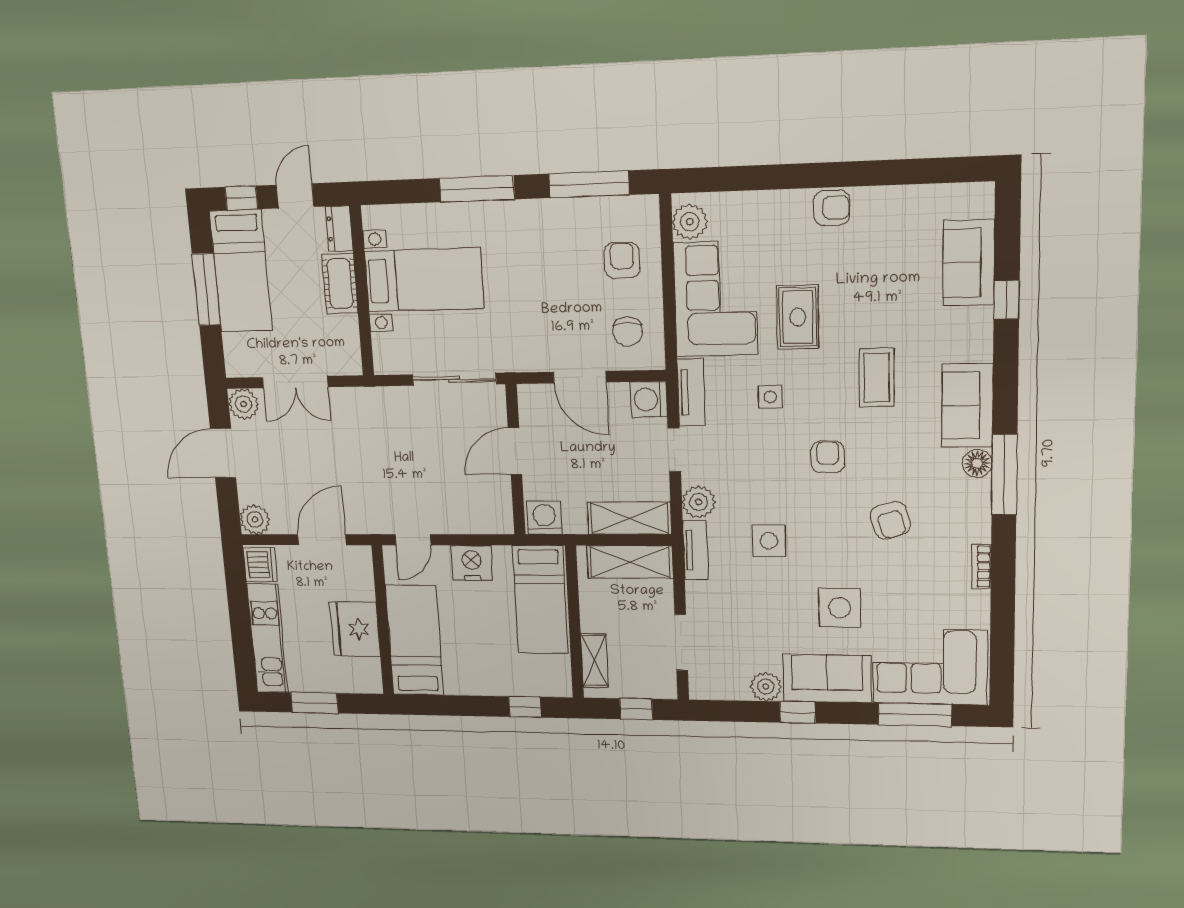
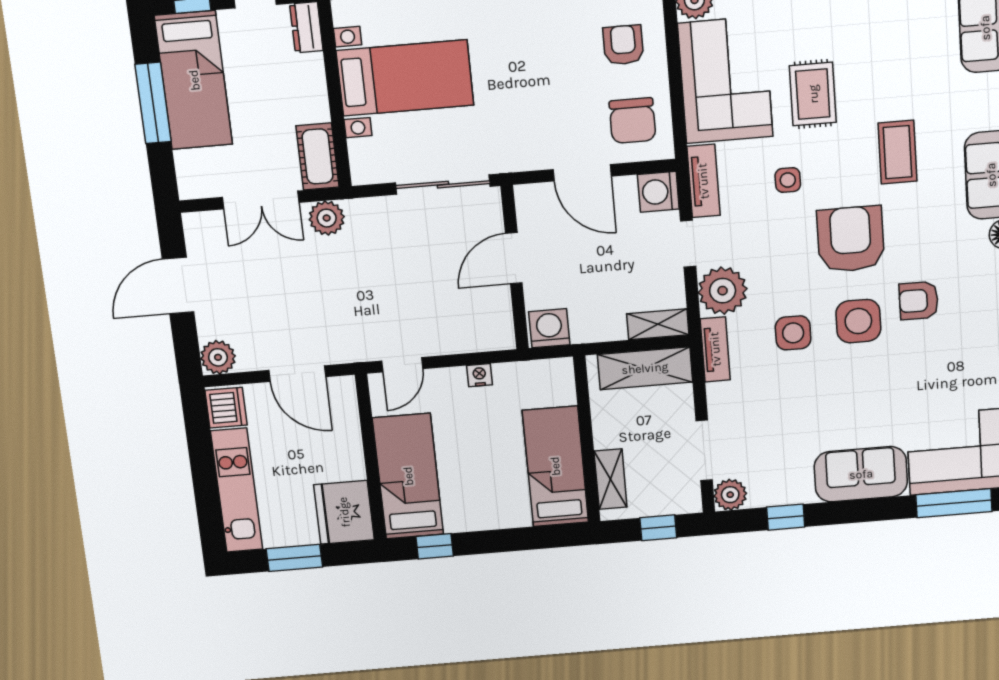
cot: (340, 284) -> (317, 156), moved
chair: (628, 332) -> (632, 121), width x1.37, depth x1.37
plant: (243, 404) -> (327, 218), moved
armchair: (828, 457) -> (851, 239), width x1.88, depth x1.88
plant: (699, 502) -> (723, 291), width x1.36, depth x1.36
shelving: (629, 518) -> (658, 324), width x0.67, depth x0.75
armchair: (890, 520) -> (919, 301), turned 107
door: (322, 540) -> (297, 374), swing flipped
nightstand: (472, 563) -> (479, 375), width x0.53, depth x0.56
bed: (540, 600) -> (555, 466), moved, turned 180
side table: (840, 608) -> (858, 321), moved
fridge: (355, 629) -> (344, 512), moved
plant: (766, 687) -> (730, 495), moved
window: (525, 707) -> (435, 546), moved
window: (798, 712) -> (786, 517), moved

